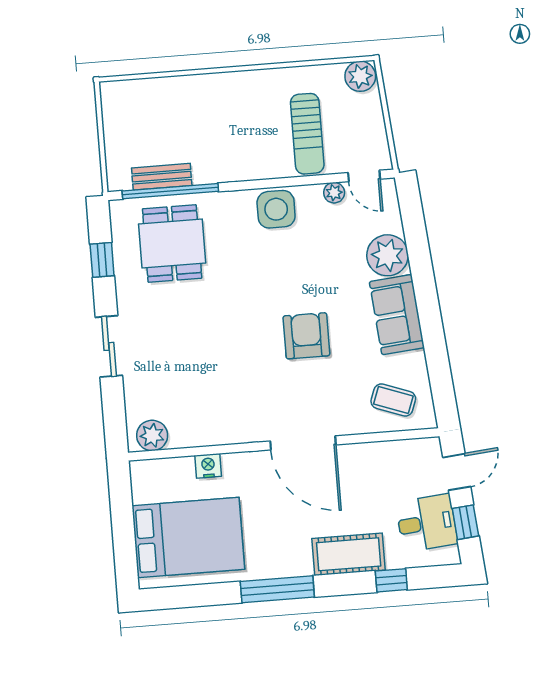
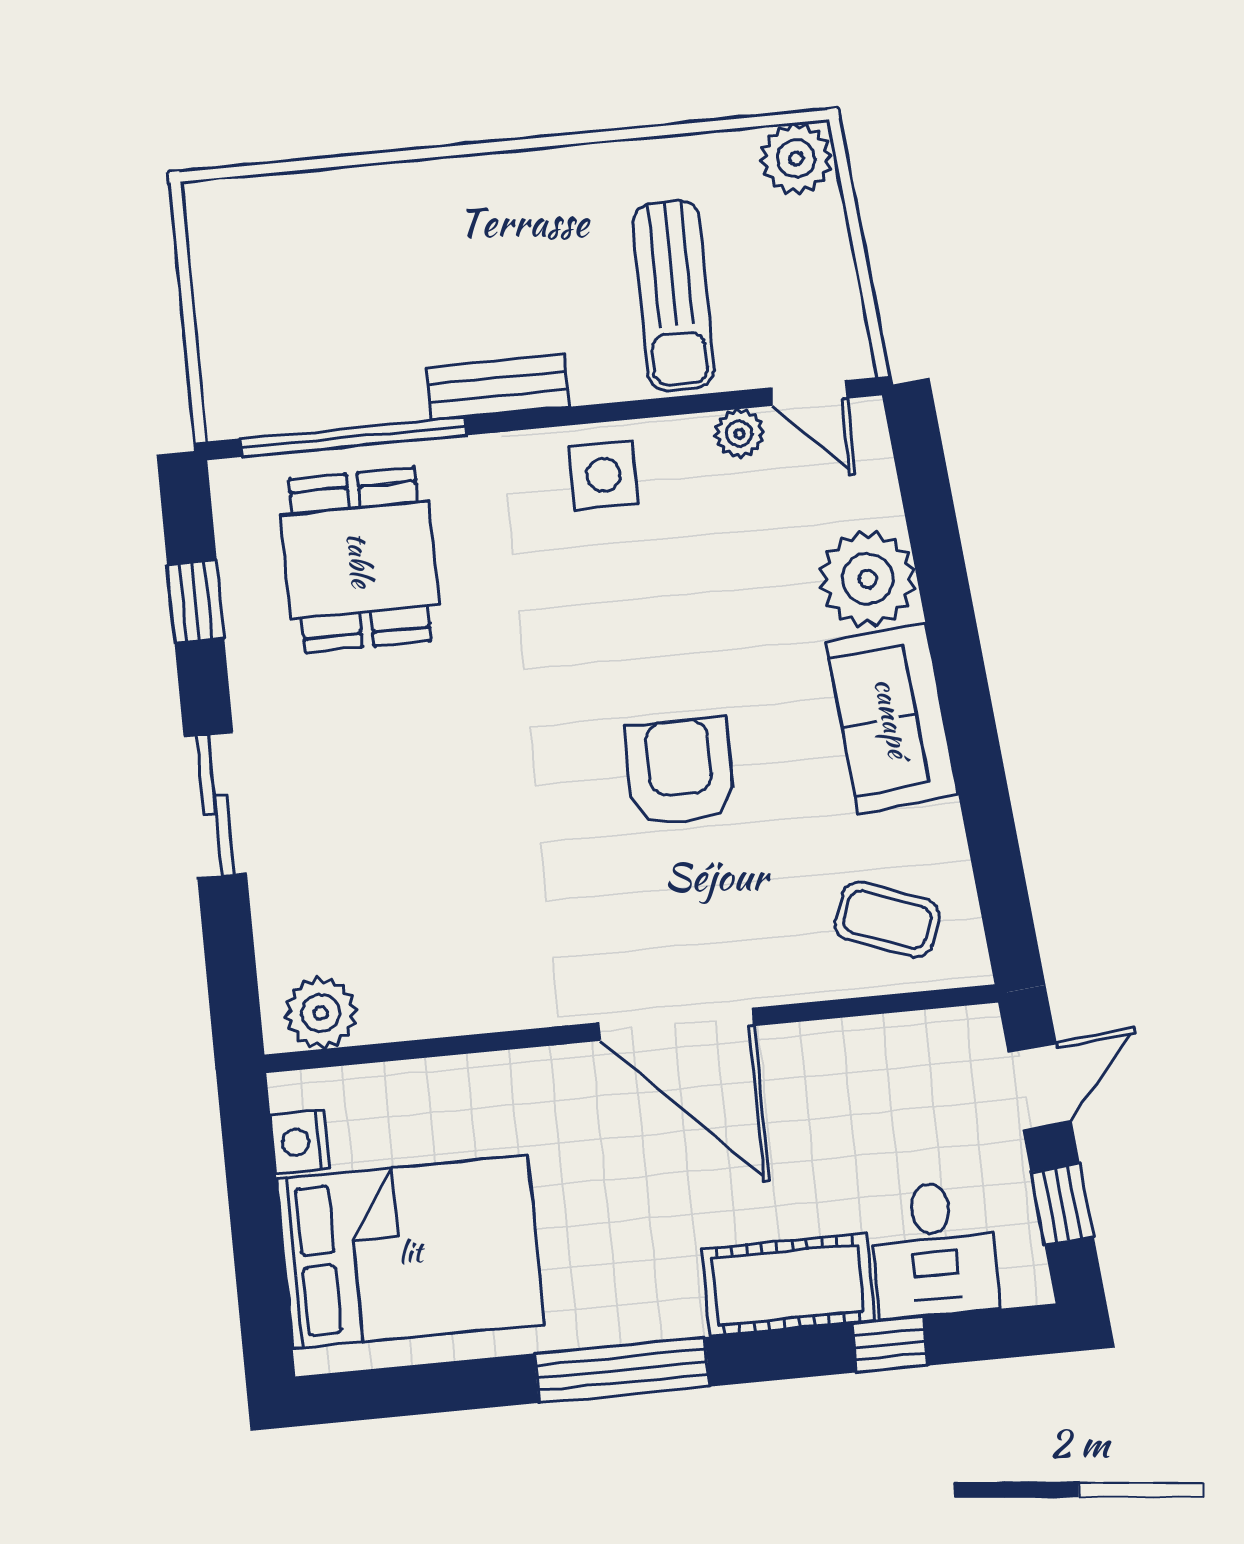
bench: (162, 177) -> (497, 387), moved
side table: (276, 209) -> (603, 475), width x0.73, depth x0.73
nightstand: (208, 466) -> (300, 1142), moved, turned -90
desk: (427, 523) -> (934, 1249), moved, turned 95

